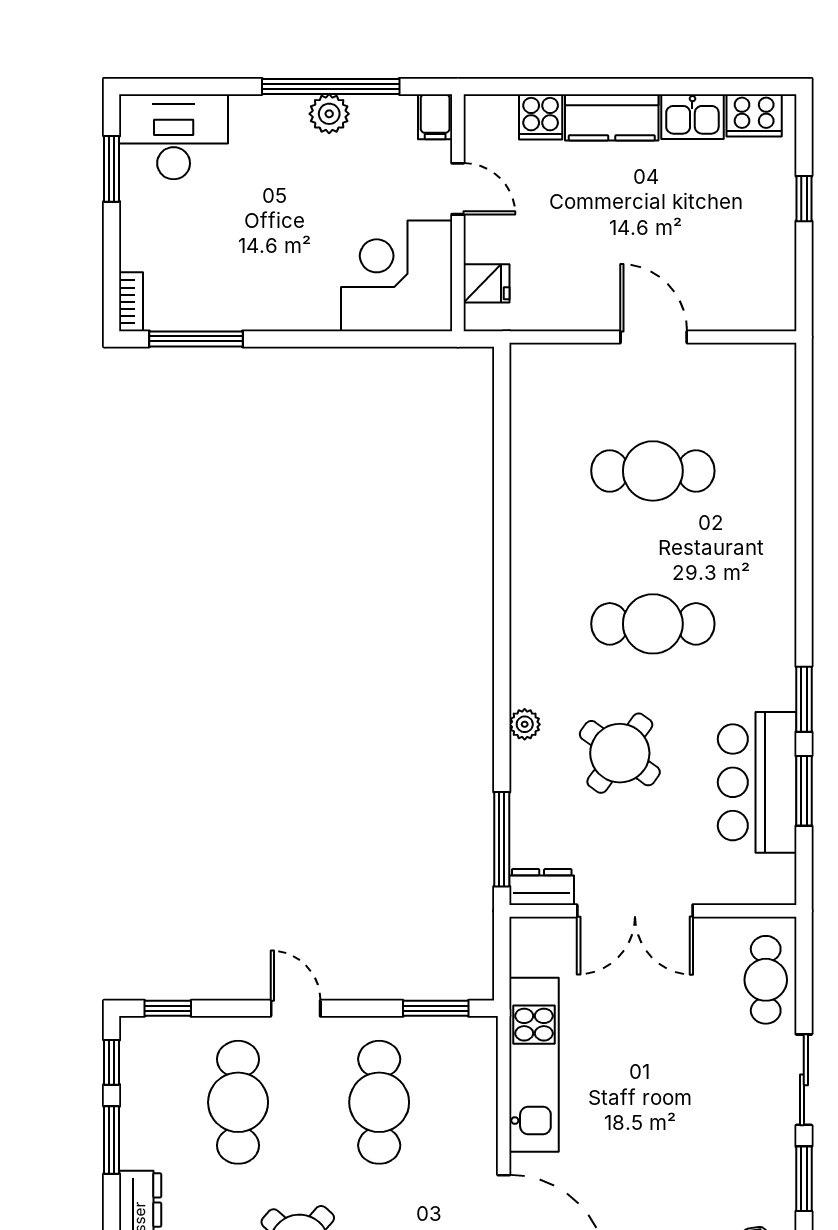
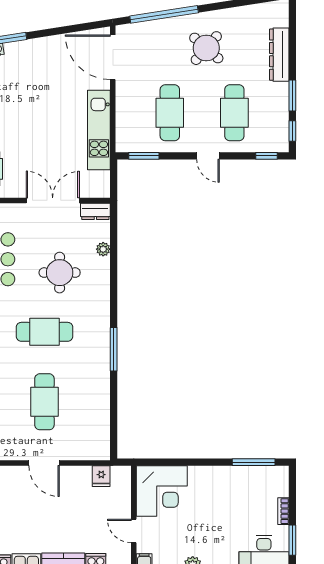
fridge: (486, 283) -> (101, 476), moved, turned -90
bookcase: (131, 302) -> (283, 511), moved
cafe table: (653, 471) -> (44, 402), turned 90
plant: (525, 724) -> (103, 249), moved
round table: (620, 753) -> (60, 273), turned -36
window: (502, 839) -> (114, 349), moved

